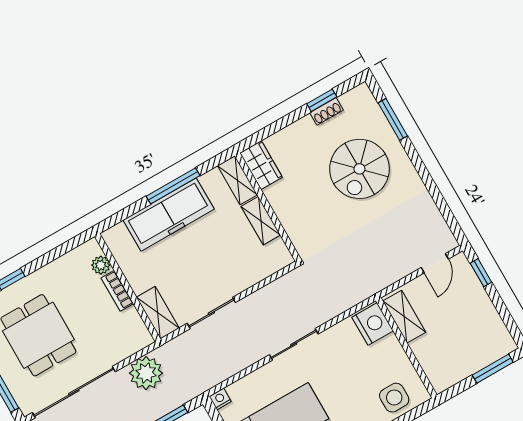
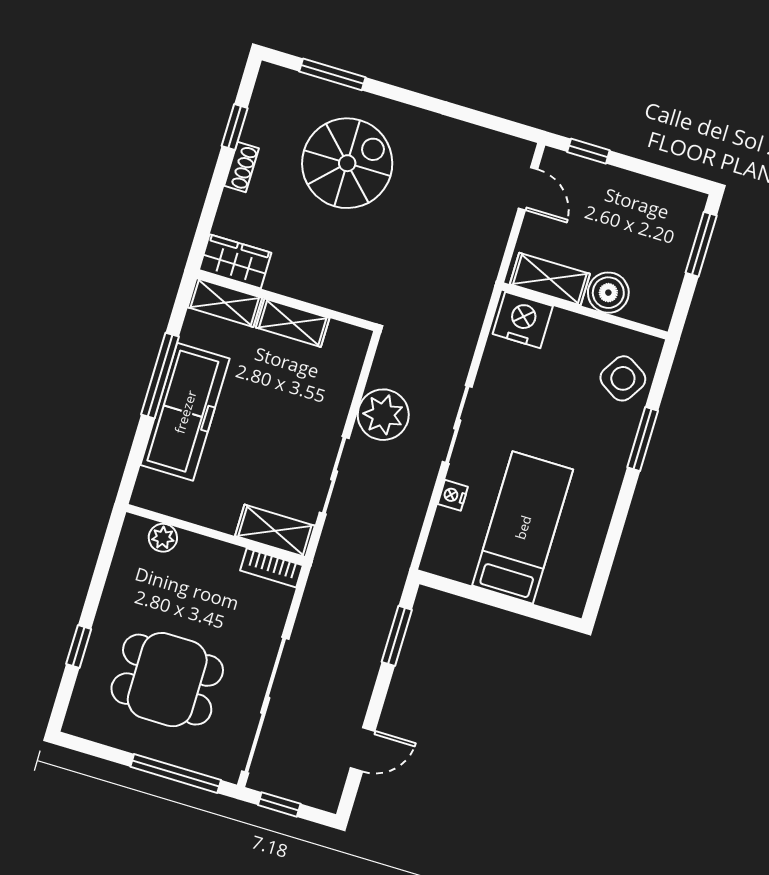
shoe rack: (327, 111) -> (241, 167), moved
spiral stairs: (359, 169) -> (347, 163), turned -90
bookcase: (117, 291) -> (271, 568), moved
boiler: (426, 350) -> (608, 293), added
plant: (146, 373) -> (383, 415), moved
side table: (394, 398) -> (623, 378), turned 32
nightstand: (220, 399) -> (453, 495), moved

